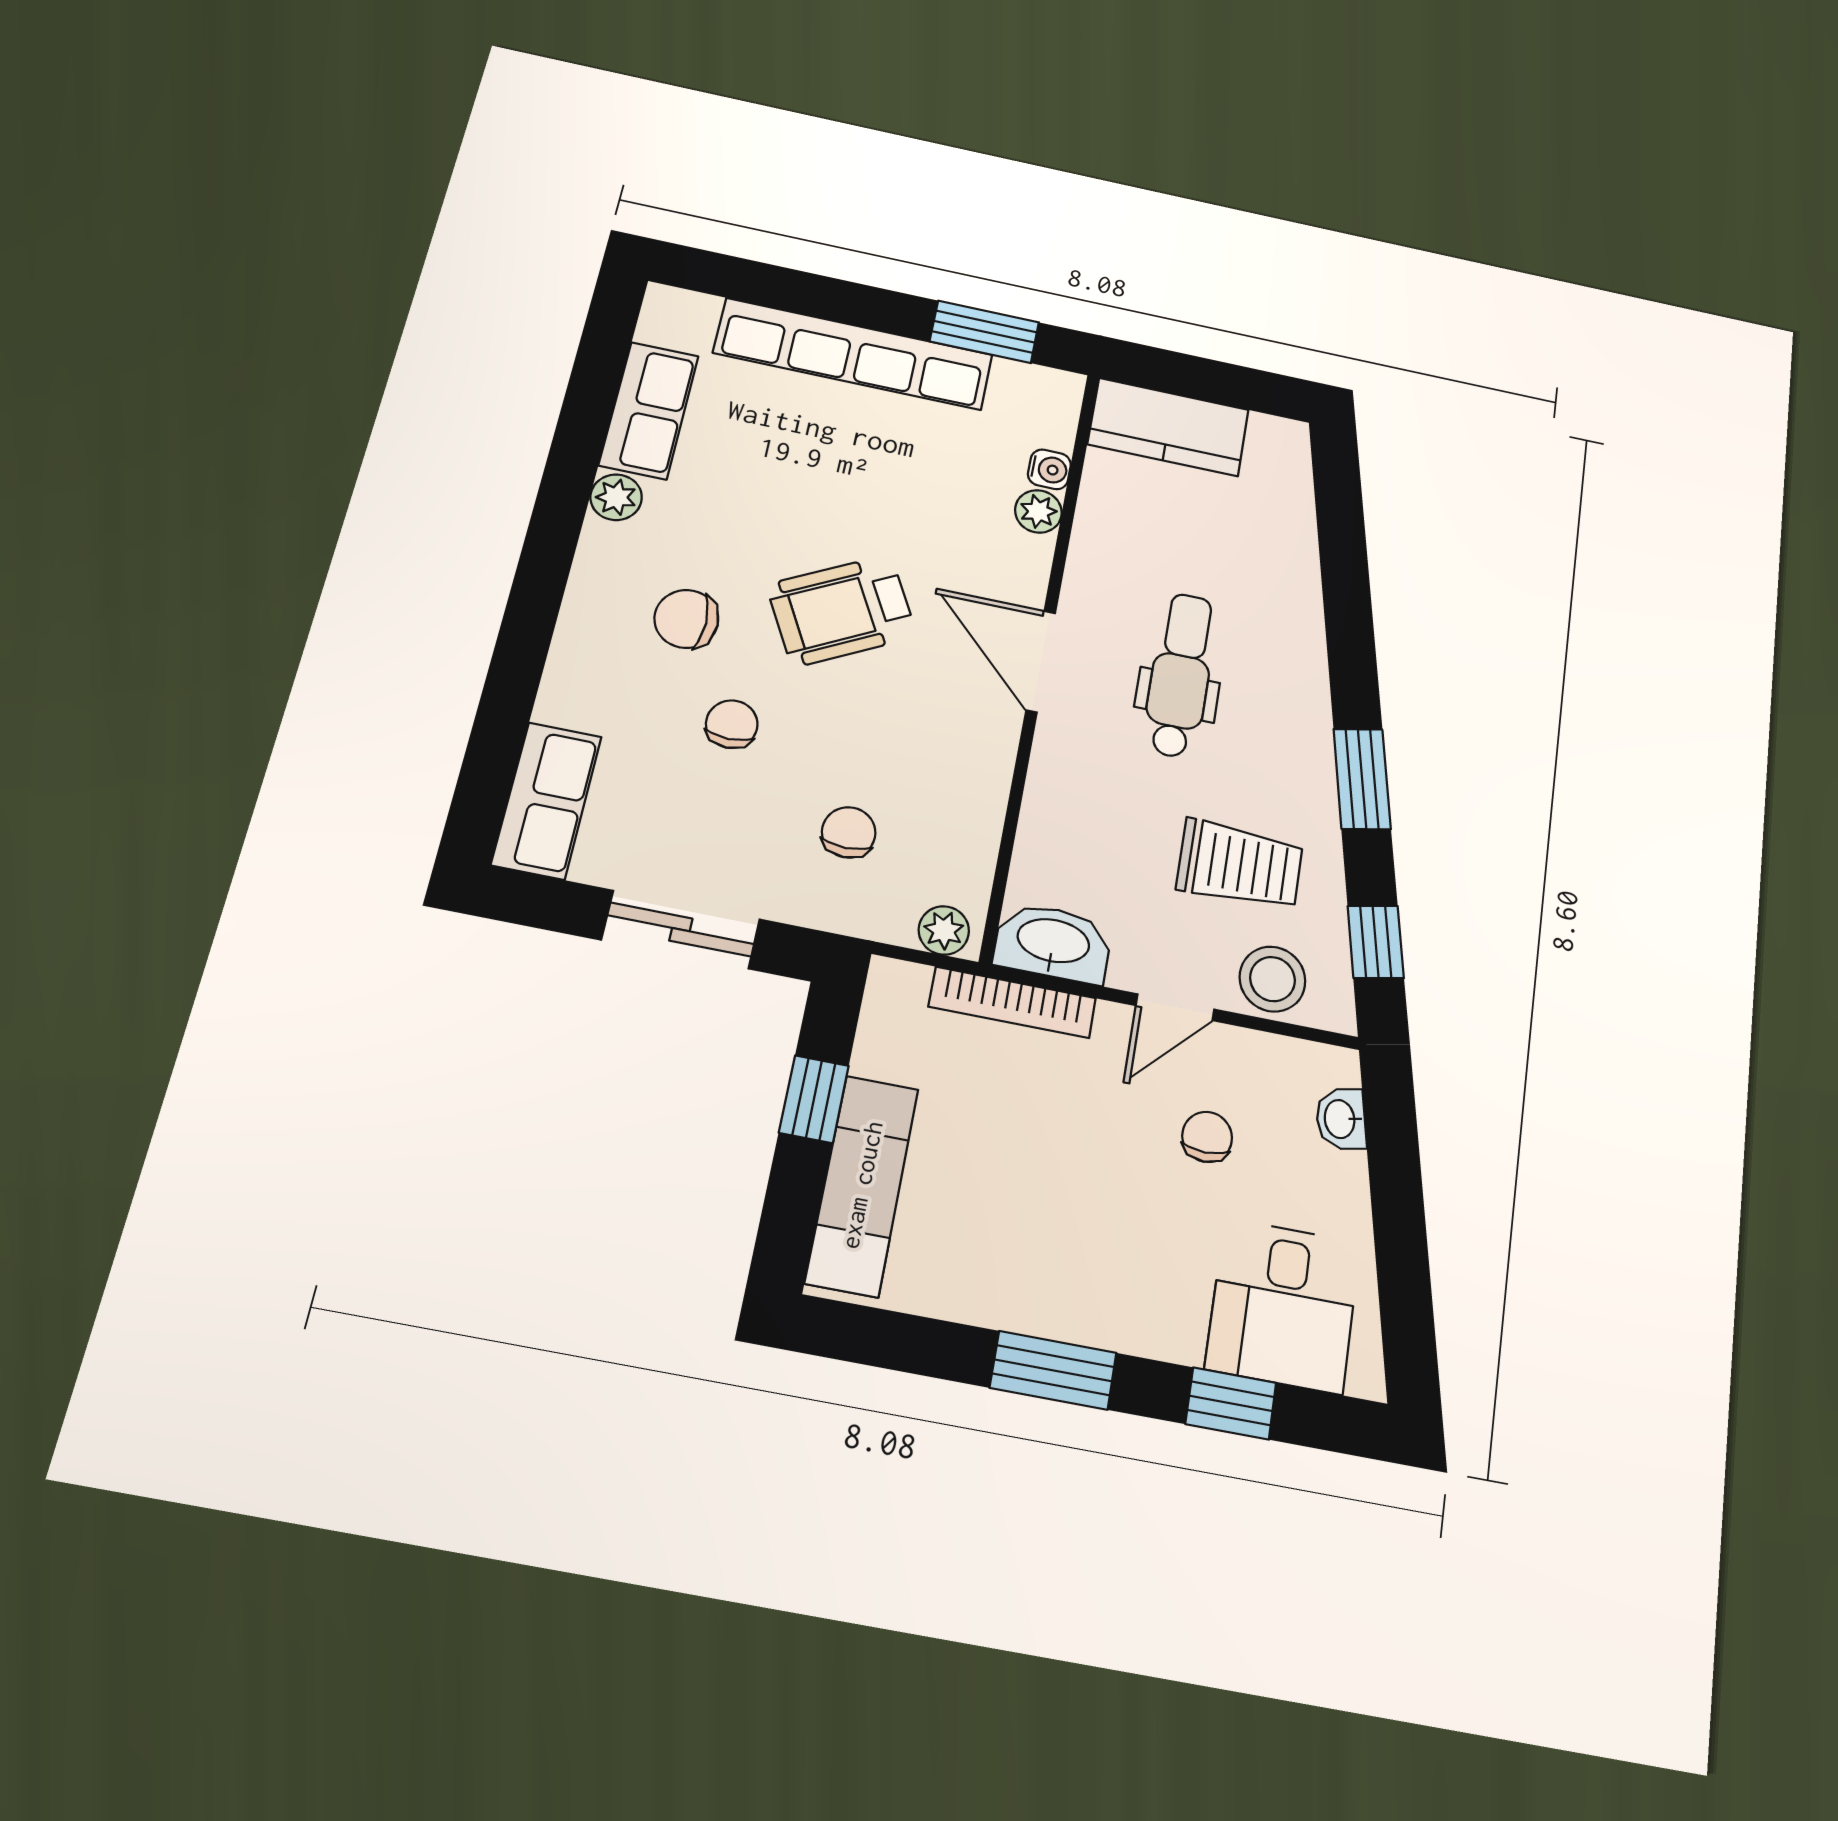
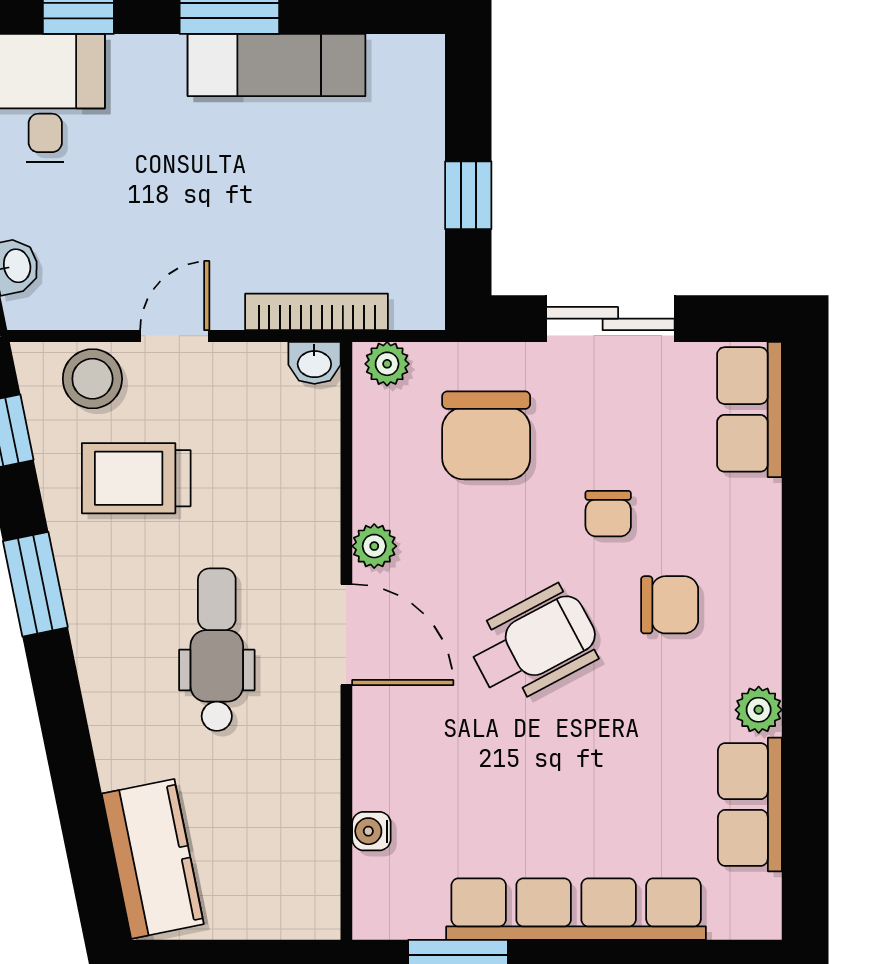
kitchen counter: (1168, 427) -> (153, 859), moved, turned 78
plant: (1038, 511) -> (374, 546), moved
dental chair: (1180, 675) -> (217, 650), turned 180
chair: (849, 832) -> (486, 435), width x1.87, depth x1.87
washbasin: (1053, 943) -> (314, 363), width x0.52, depth x0.69
chair: (1207, 1137) -> (130, 228), removed
exam couch: (862, 1185) -> (277, 65), moved, turned -90

